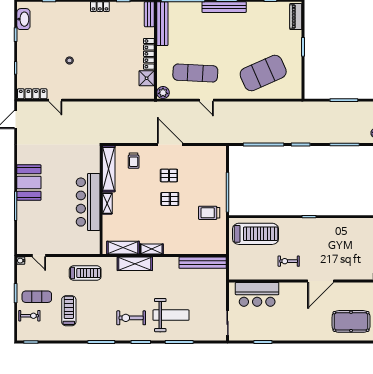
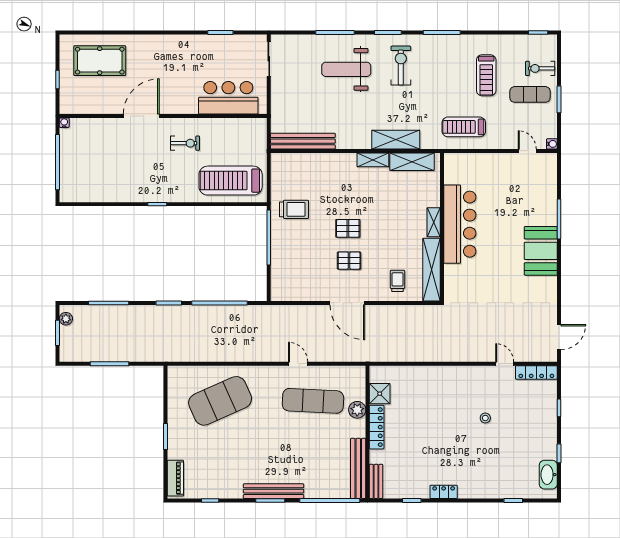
plant: (163, 93) -> (357, 410), moved
exercise bike: (131, 318) -> (401, 66), turned -90

